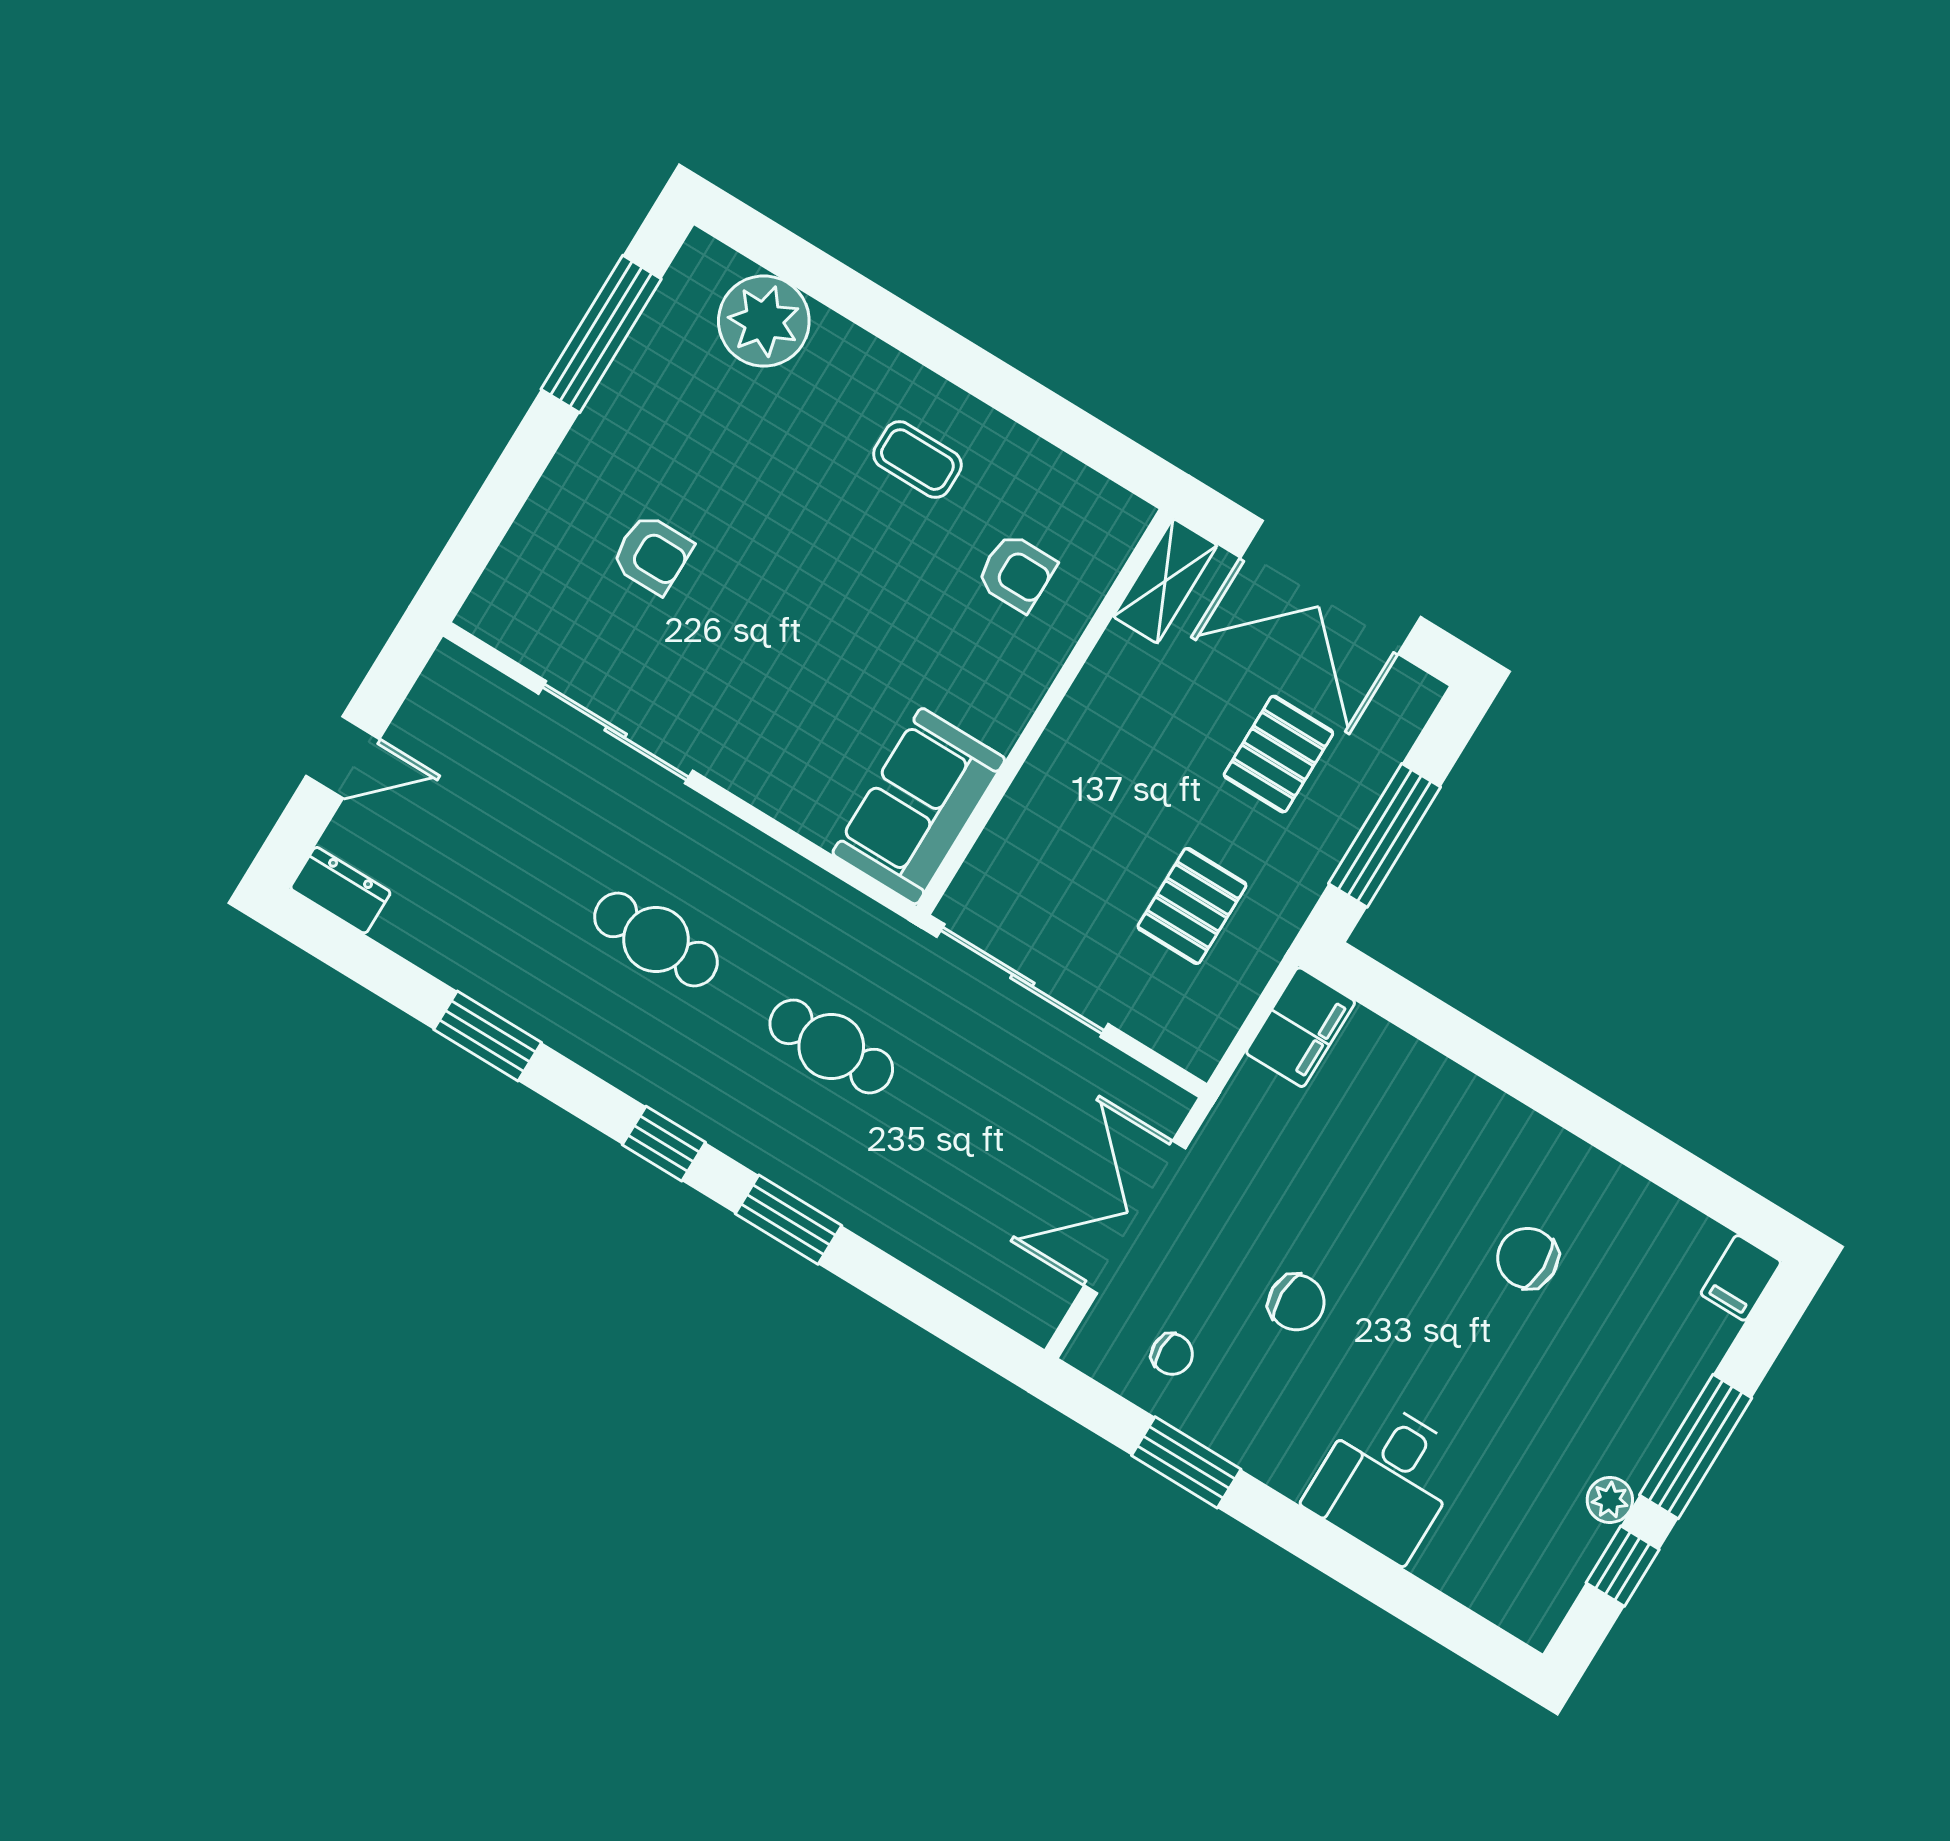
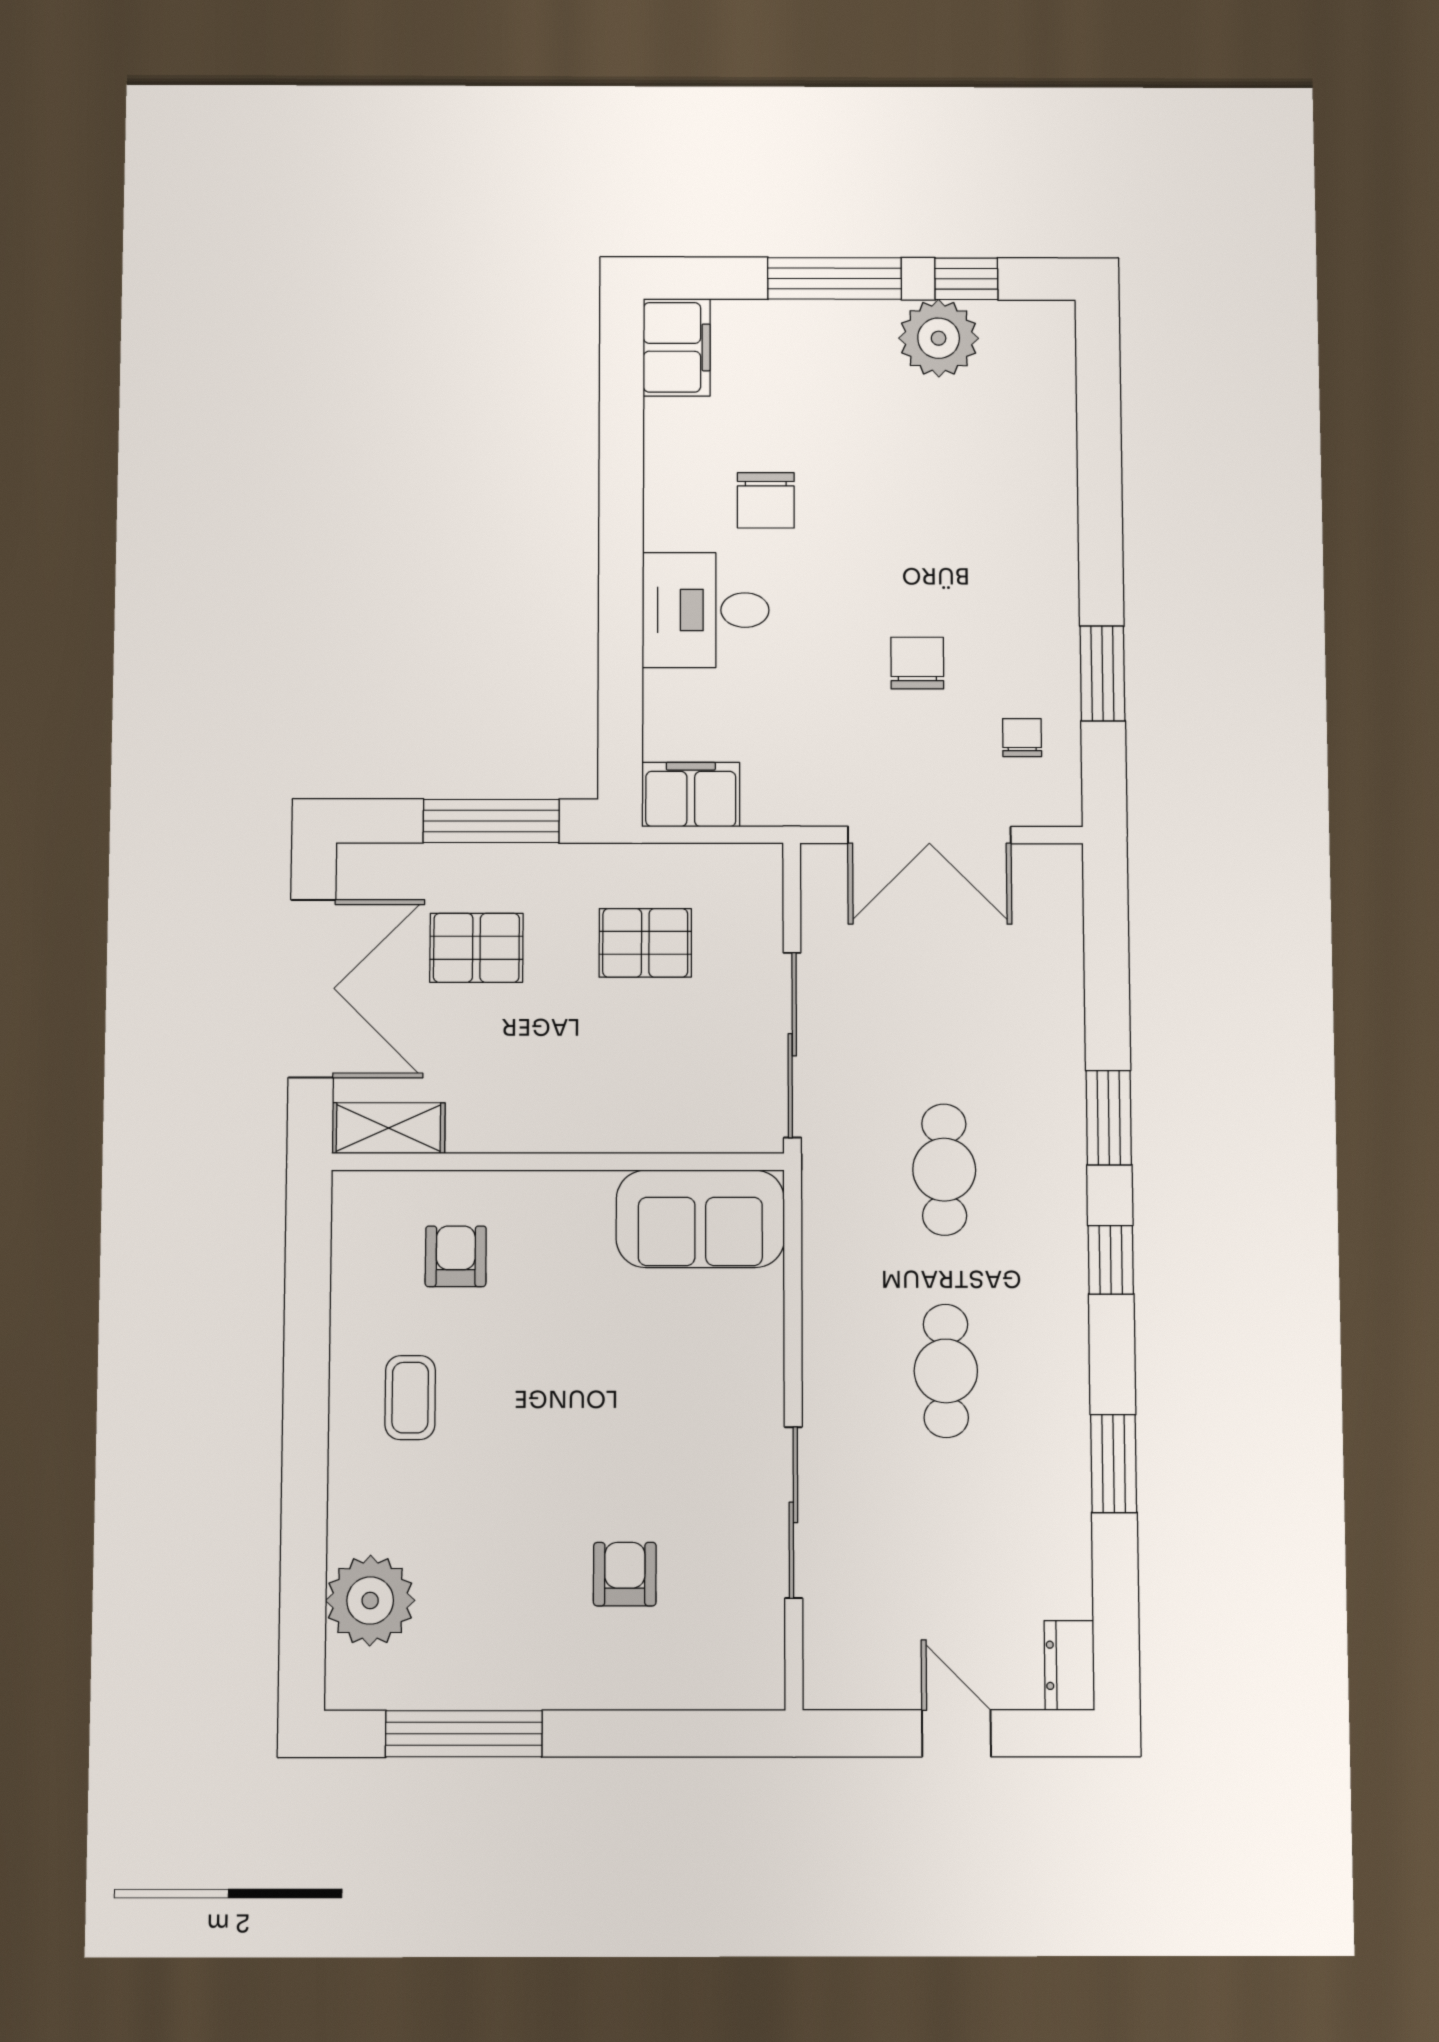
filing cabinet: (1741, 1278) -> (677, 347), width x2.00
desk: (1386, 1480) -> (706, 610), moved, turned 180
plant: (1610, 1500) -> (939, 338), width x1.88, depth x1.88

